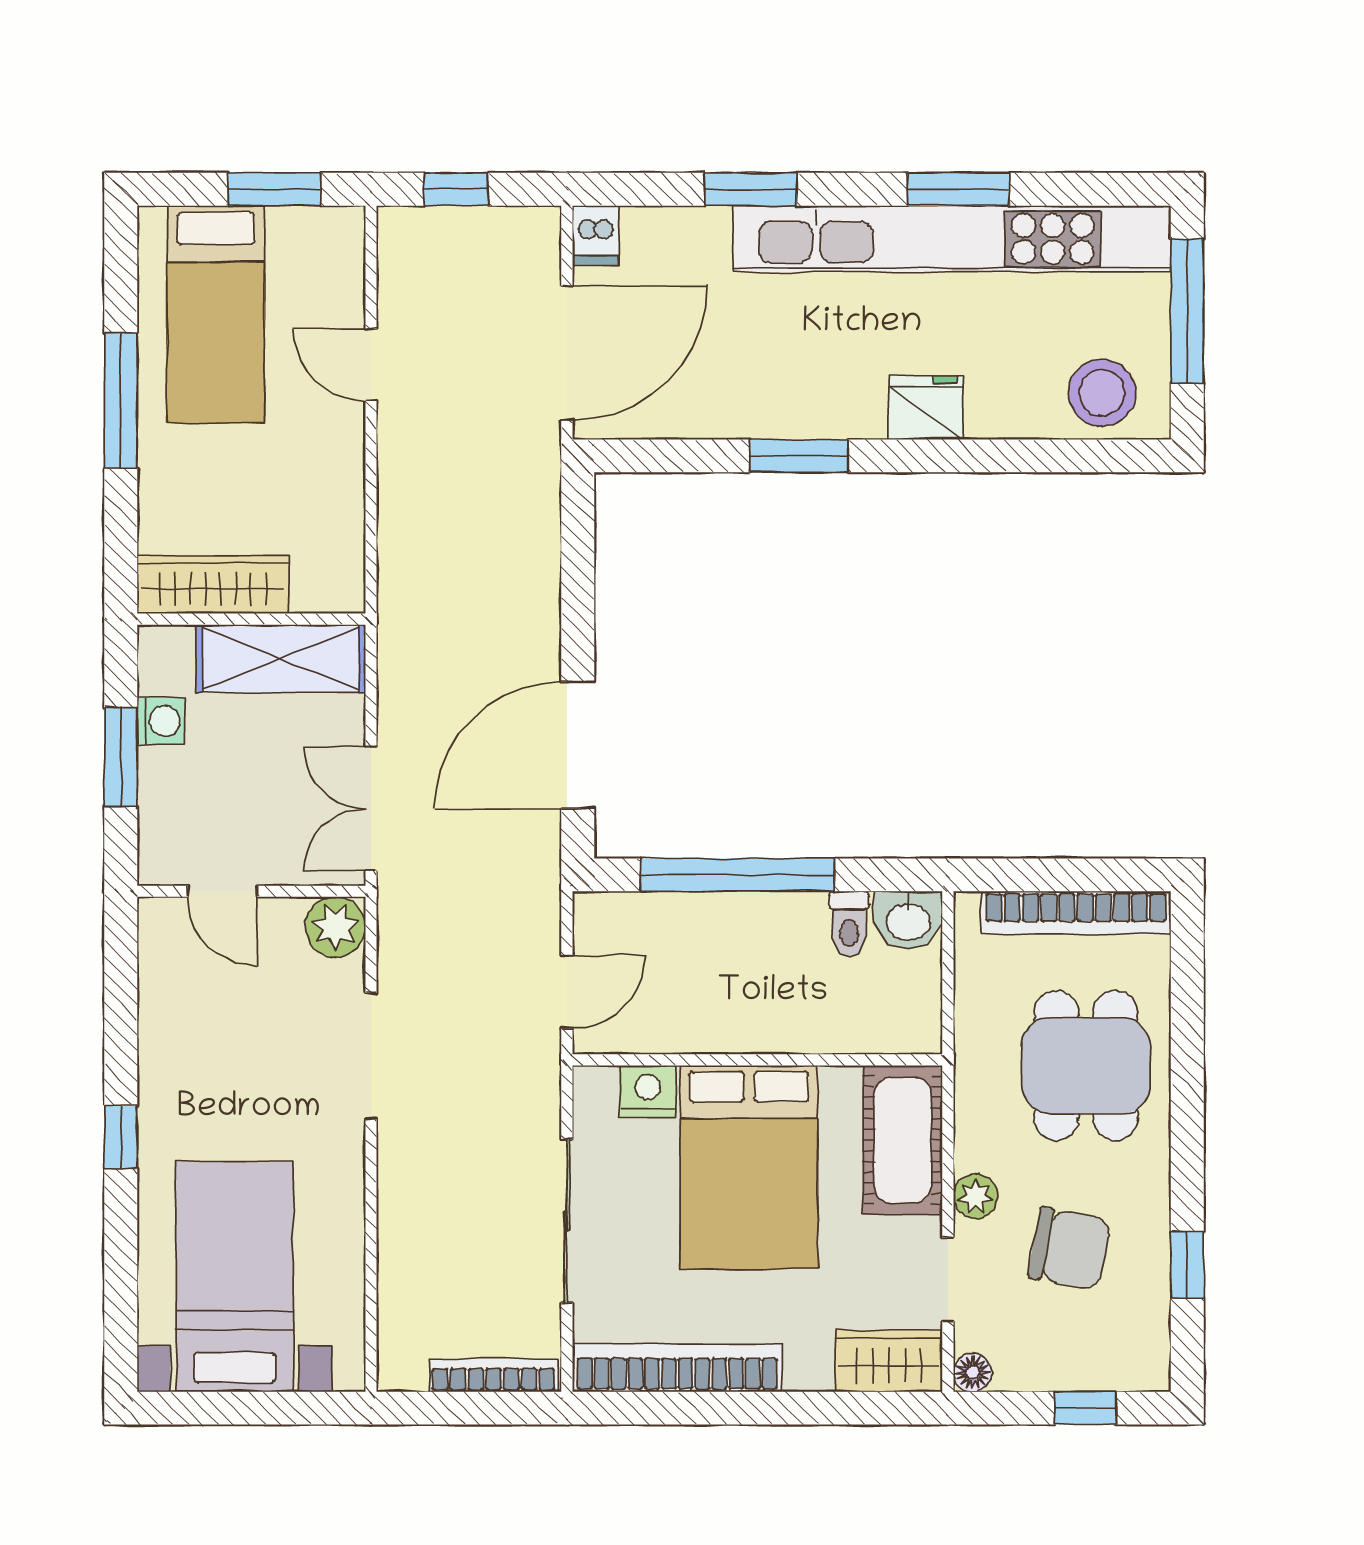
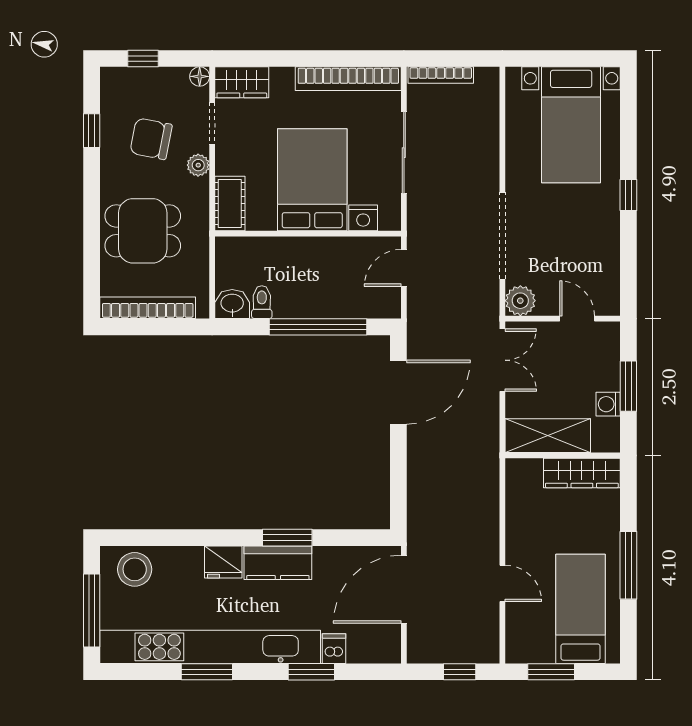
dishwasher: (595, 235) -> (334, 649), moved
kitchen counter: (817, 406) -> (278, 563), added
doorway: (371, 1056) -> (502, 236), width x1.36
dining table: (1086, 1066) -> (143, 231), turned 90
cot: (903, 1140) -> (230, 203), width x0.73, depth x0.75

